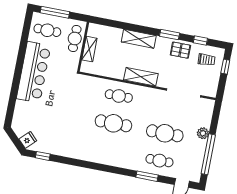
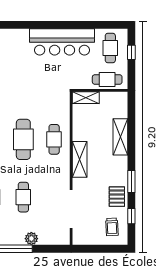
window: (55, 12) -> (131, 52), width x0.46
shelving: (139, 39) -> (120, 137), moved
shelving: (89, 49) -> (86, 98), moved
window: (225, 67) -> (108, 249), removed
cafe table: (165, 133) -> (23, 197), width x0.73, depth x0.74

